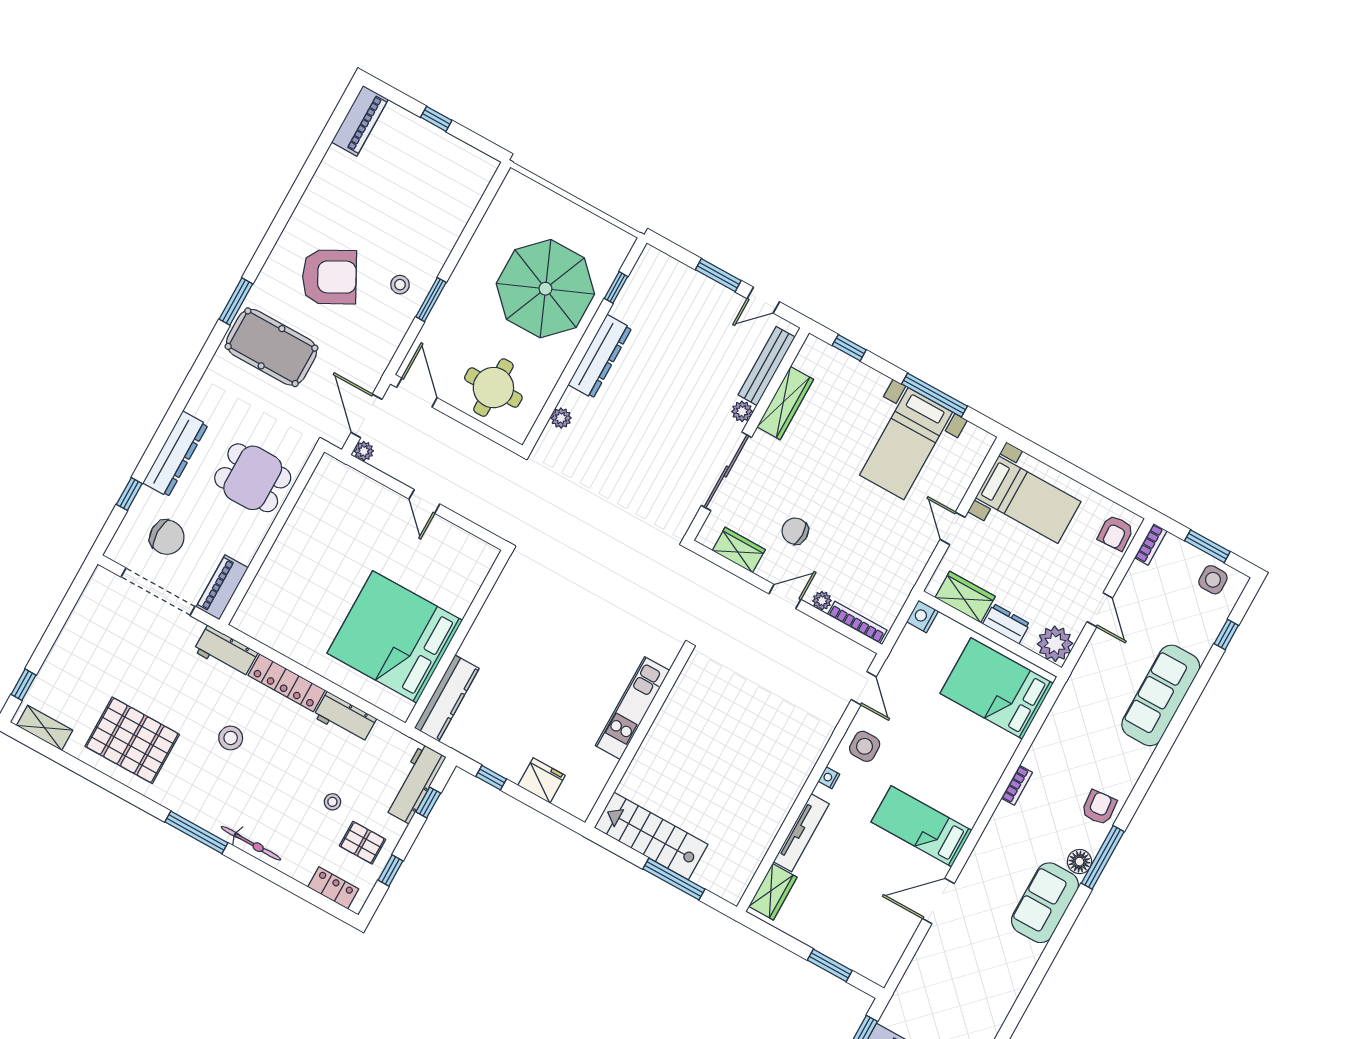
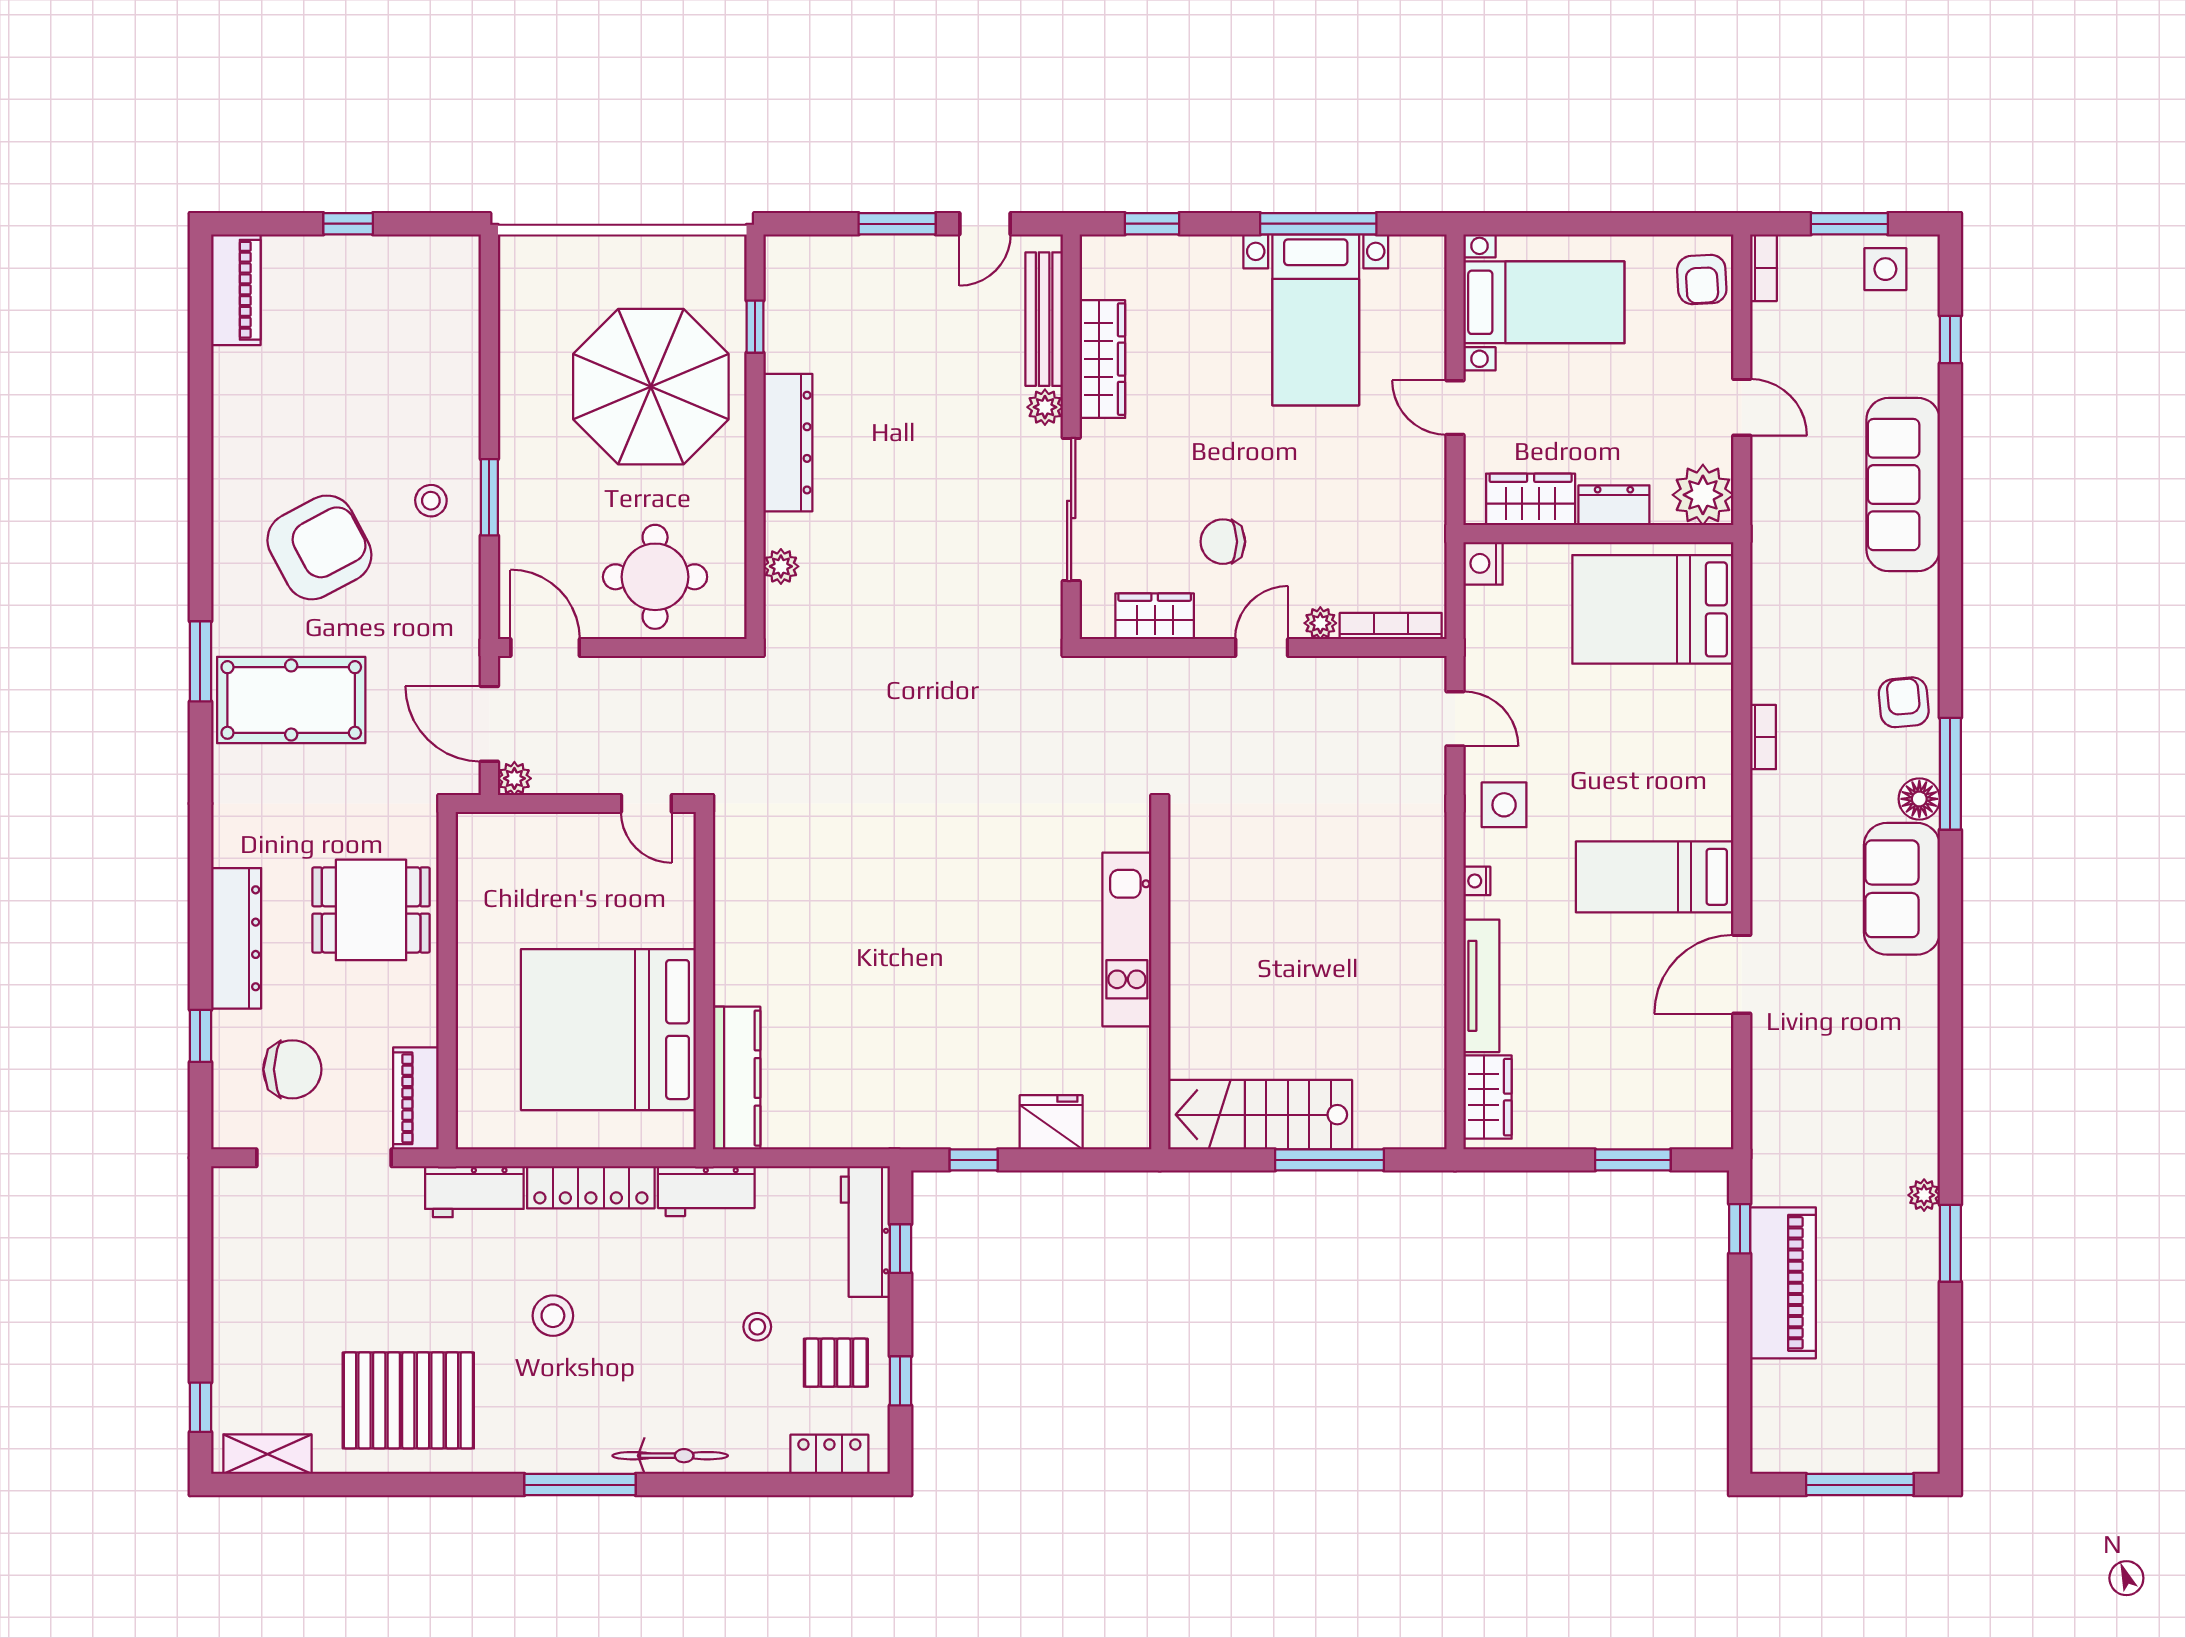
bed: (395, 637) -> (608, 1030), moved
wall: (458, 639) -> (704, 981), moved
kitchen counter: (447, 698) -> (737, 1078), moved

